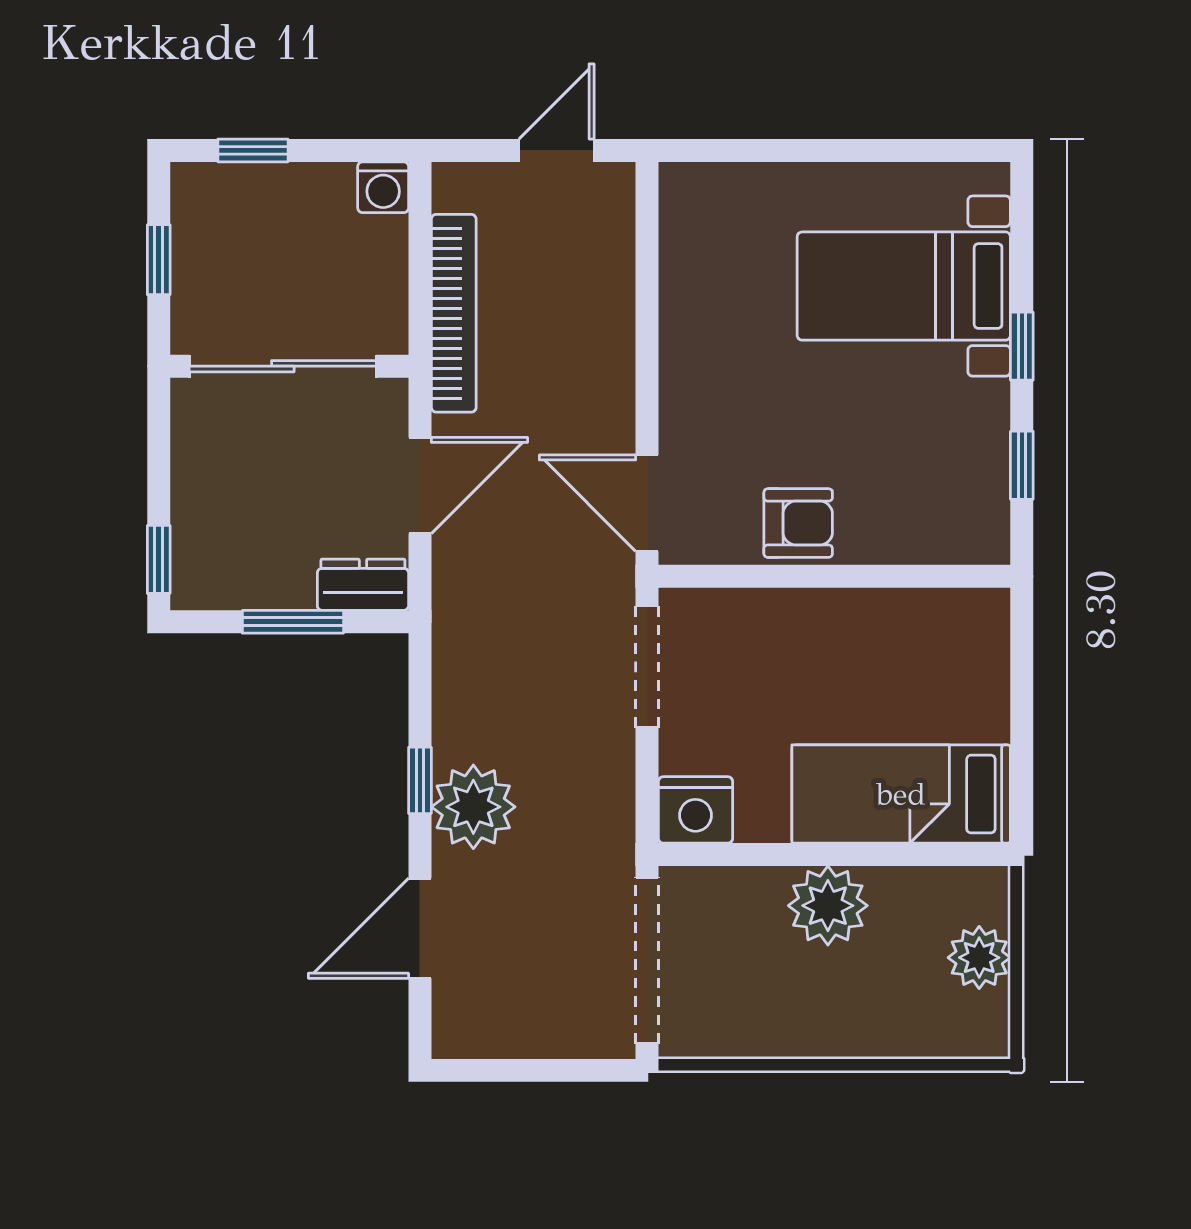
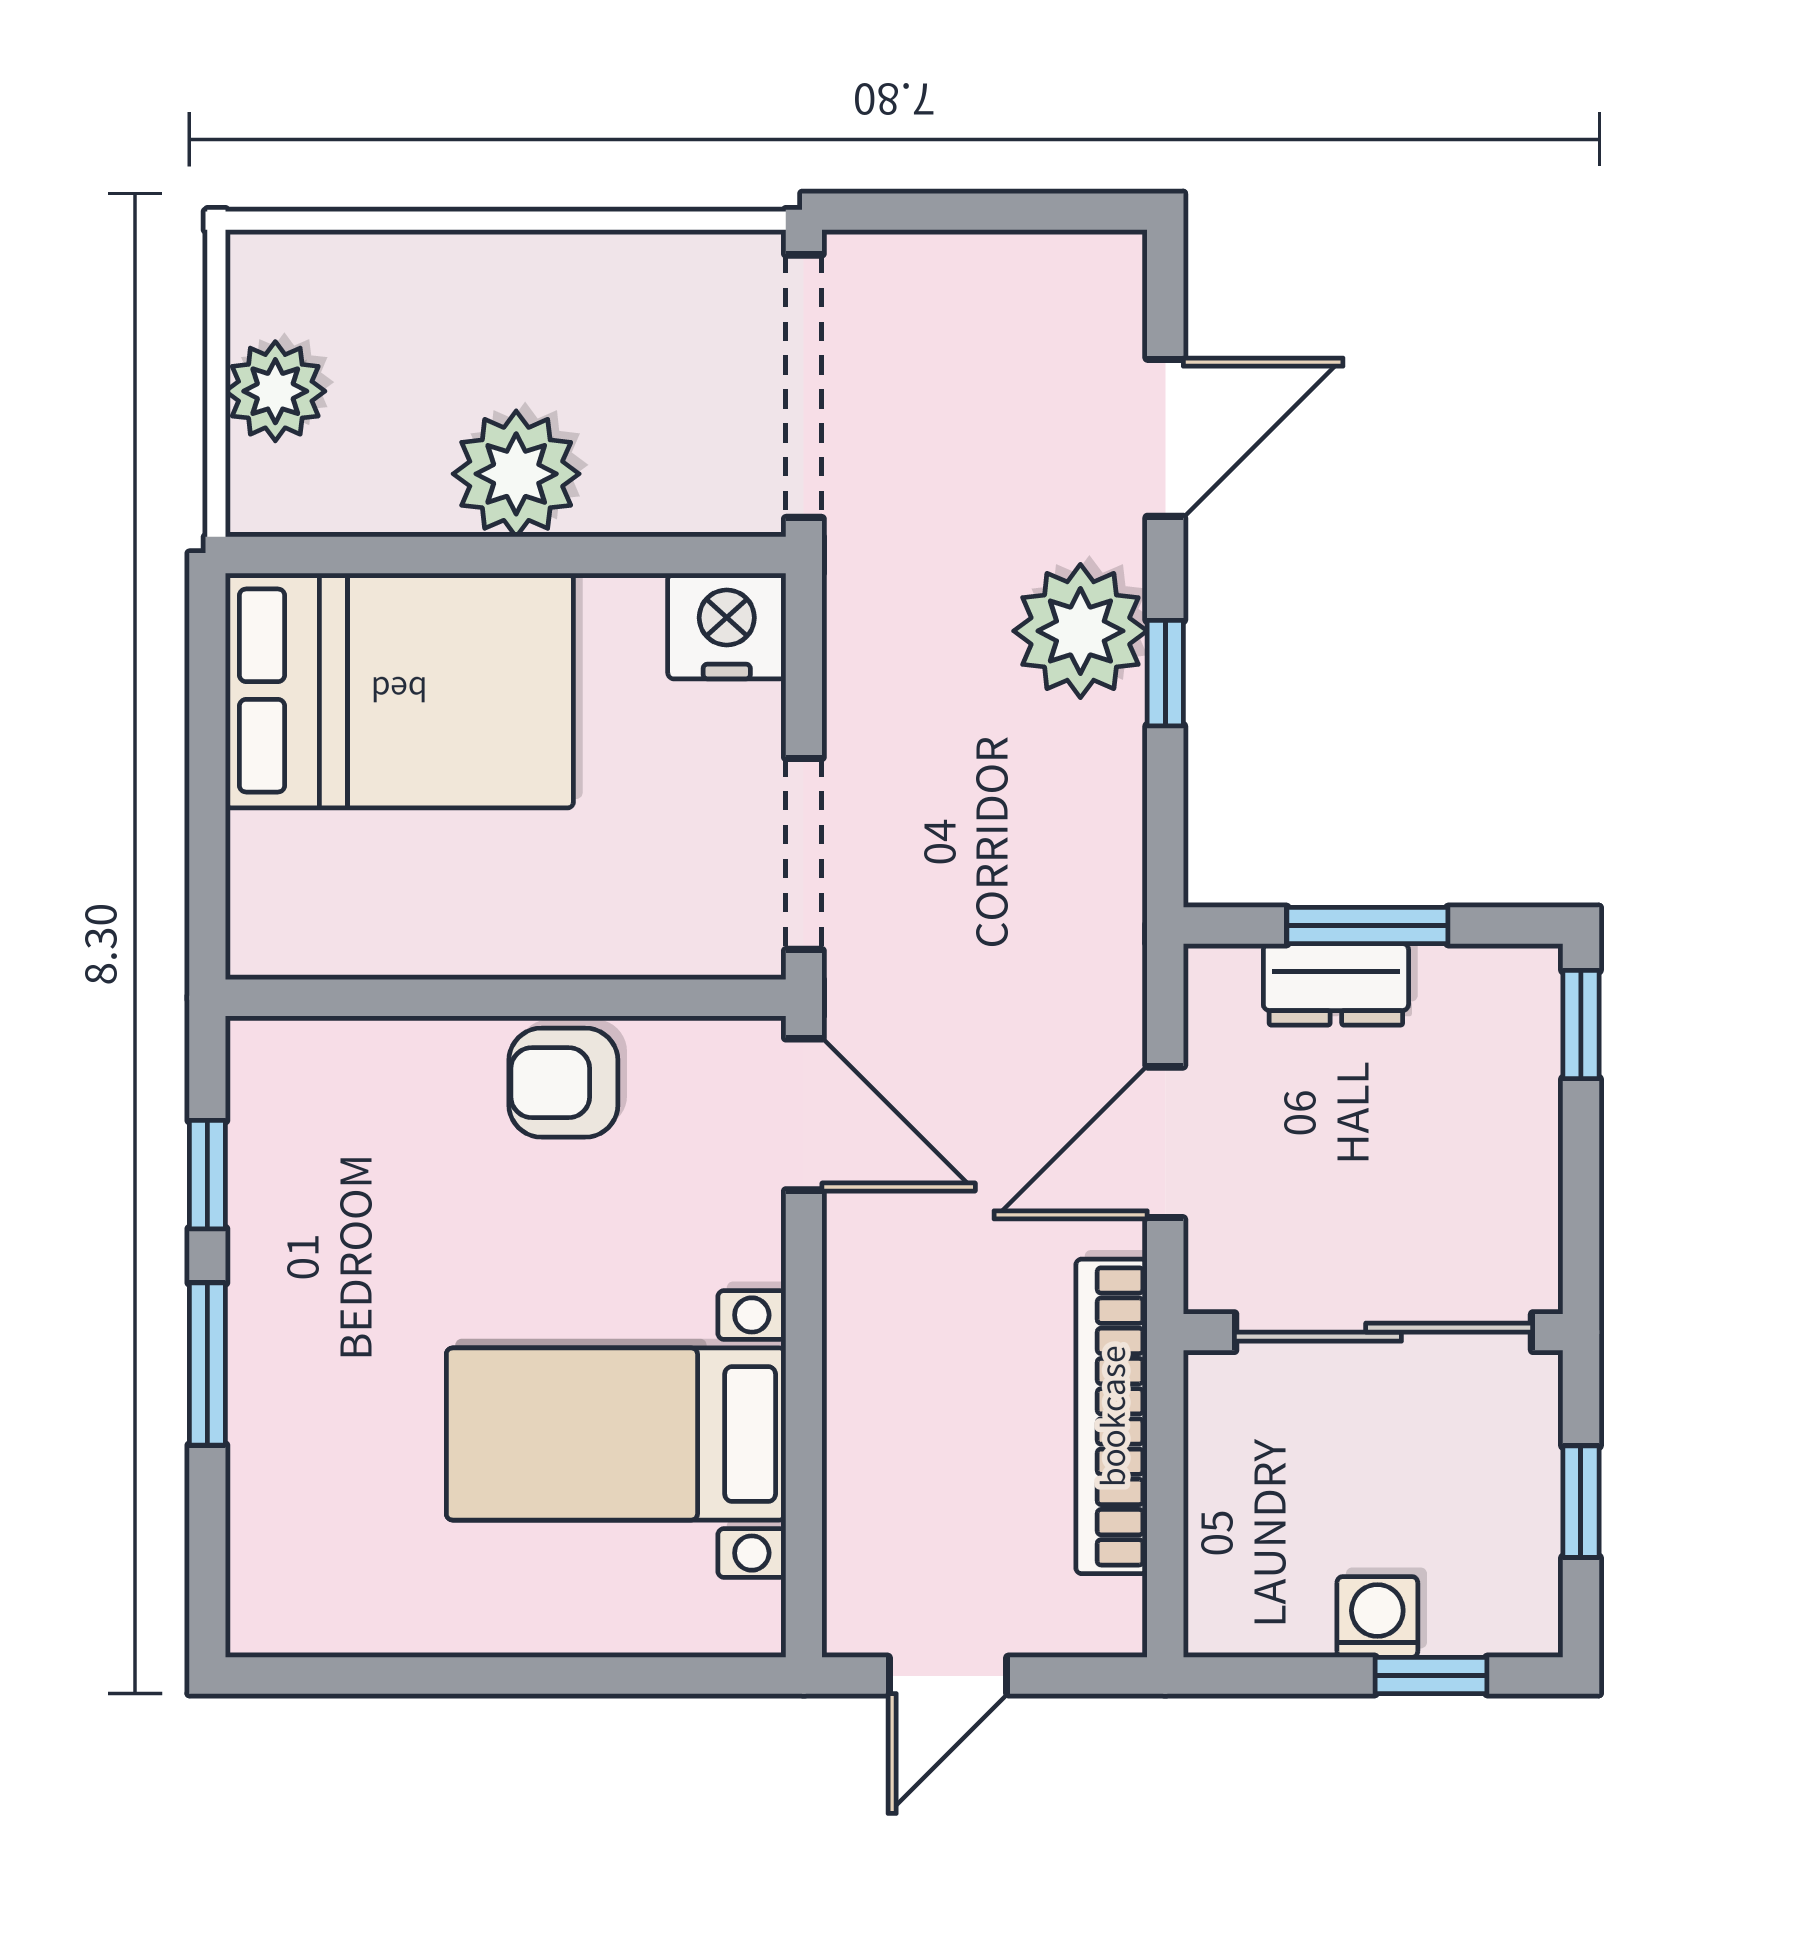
washing machine: (383, 187) -> (1377, 1617), moved
bed with nightstands: (904, 286) -> (616, 1434), moved, turned 180
window: (1022, 346) -> (207, 1364), width x1.50
dresser: (363, 585) -> (1336, 984), moved
bed: (901, 794) -> (399, 691), width x1.50

